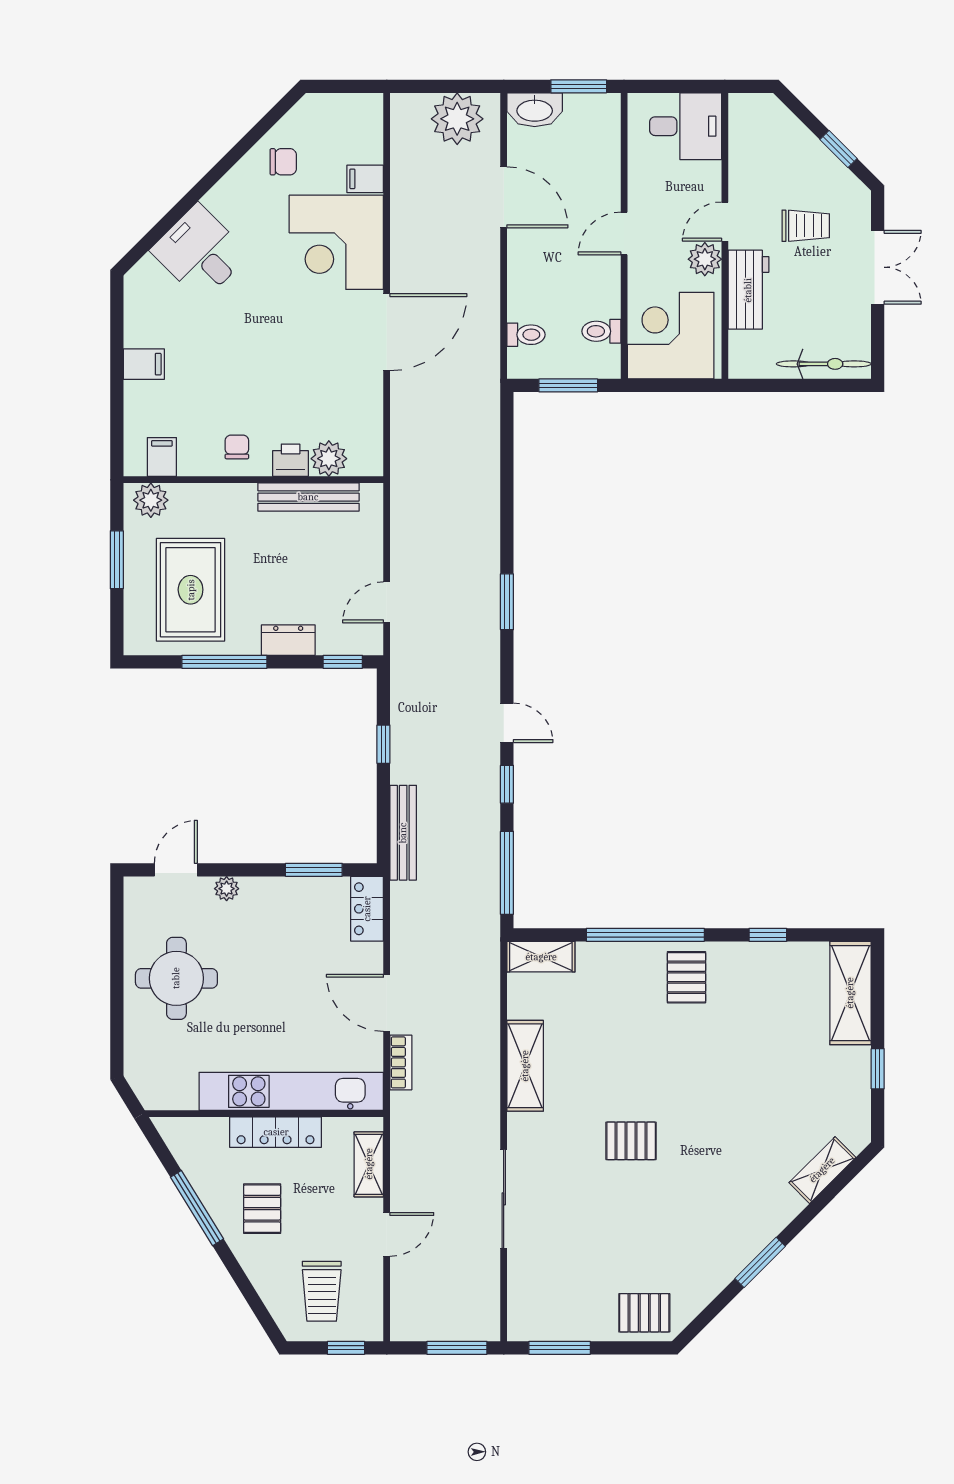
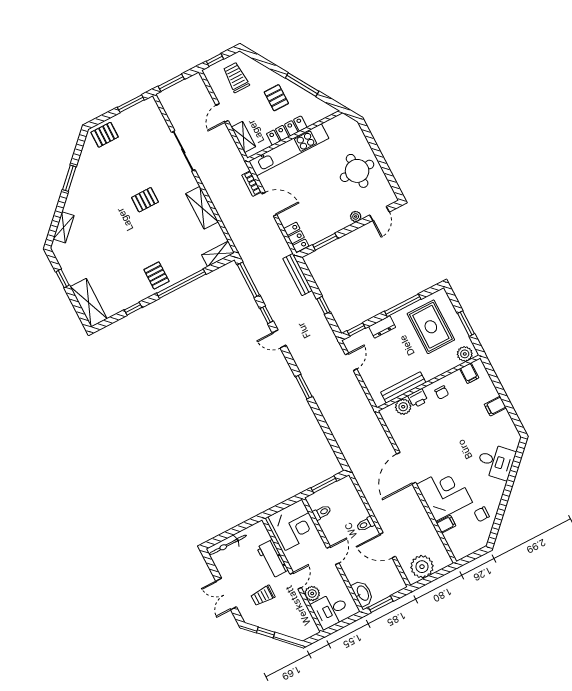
washbasin: (535, 110) -> (362, 593), moved, turned 90
plant: (705, 259) -> (312, 593), moved
toilet: (526, 335) -> (366, 524), moved

